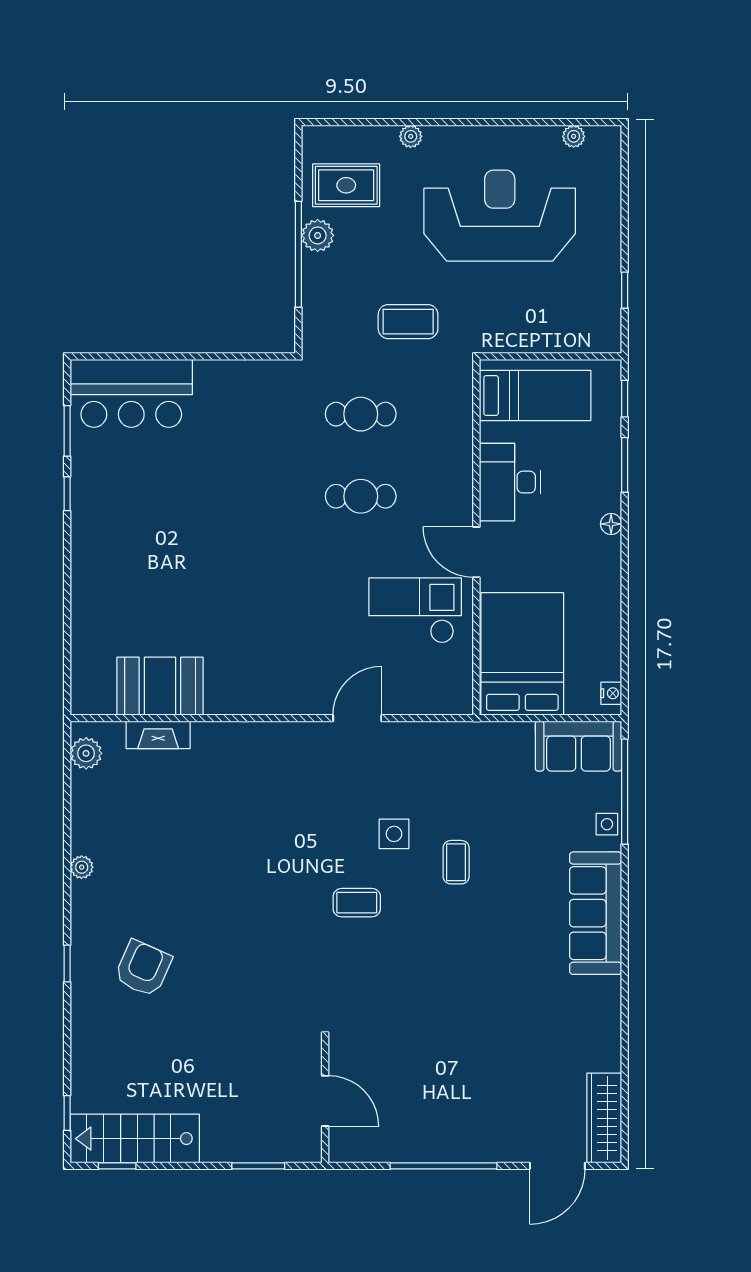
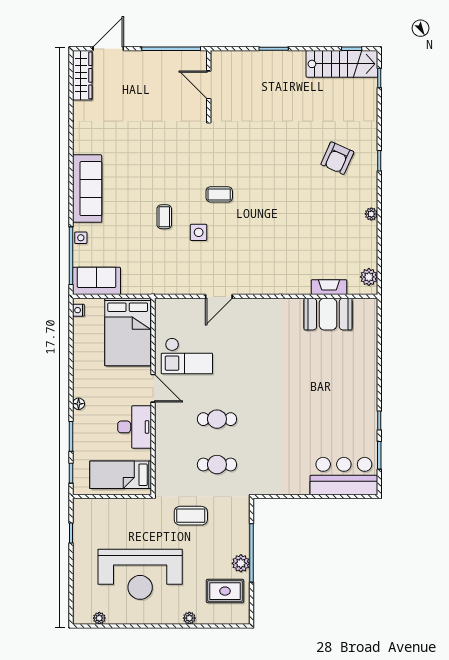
door: (325, 1101) -> (209, 85), moved
wall: (325, 1101) -> (209, 85), moved

